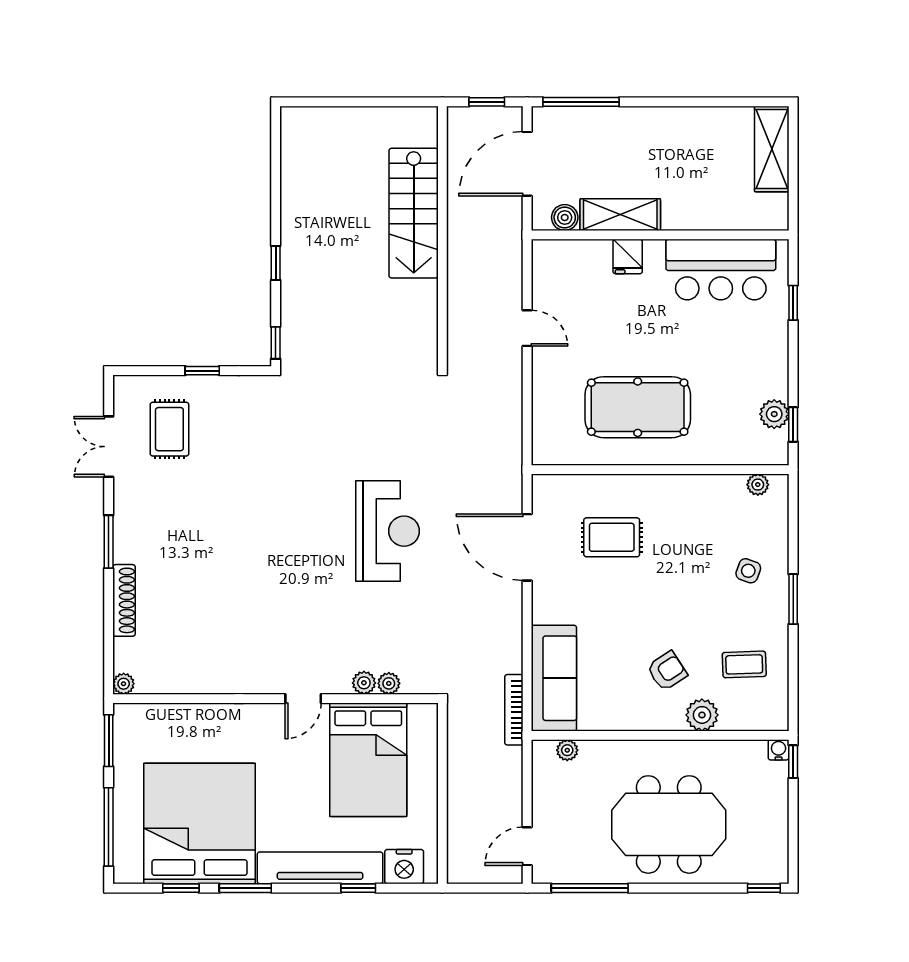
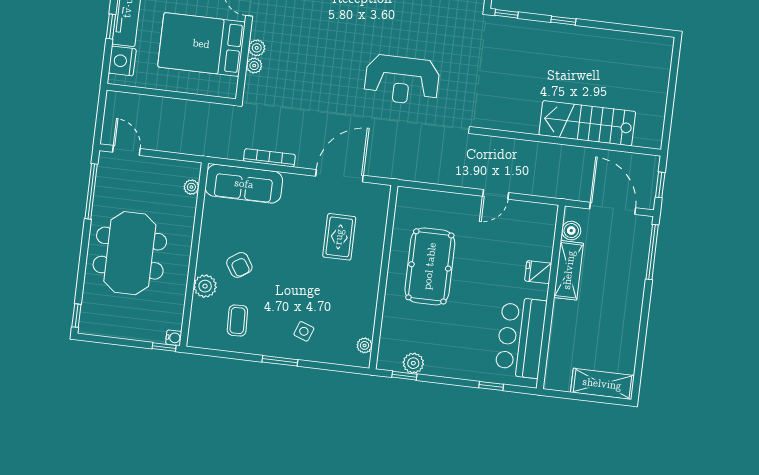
reception desk: (388, 531) -> (402, 80), moved
bookcase: (514, 710) -> (269, 158), moved

